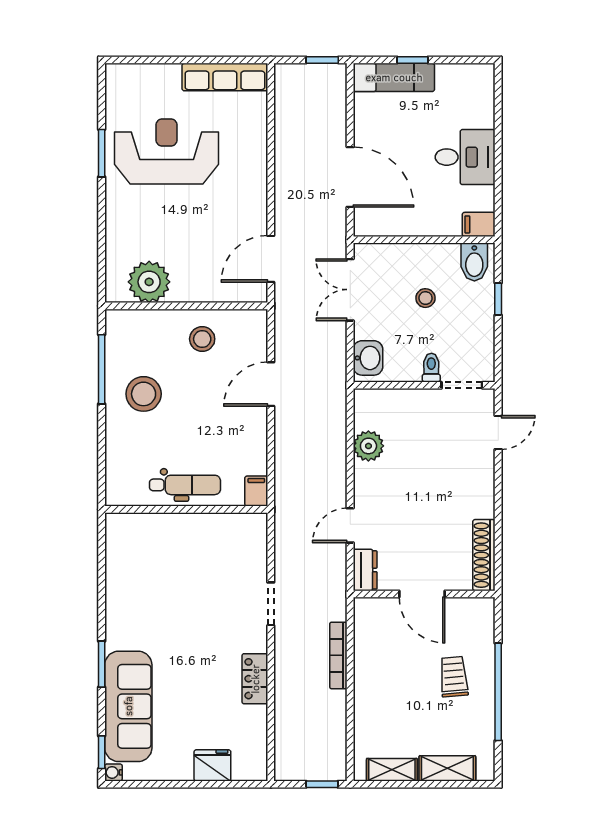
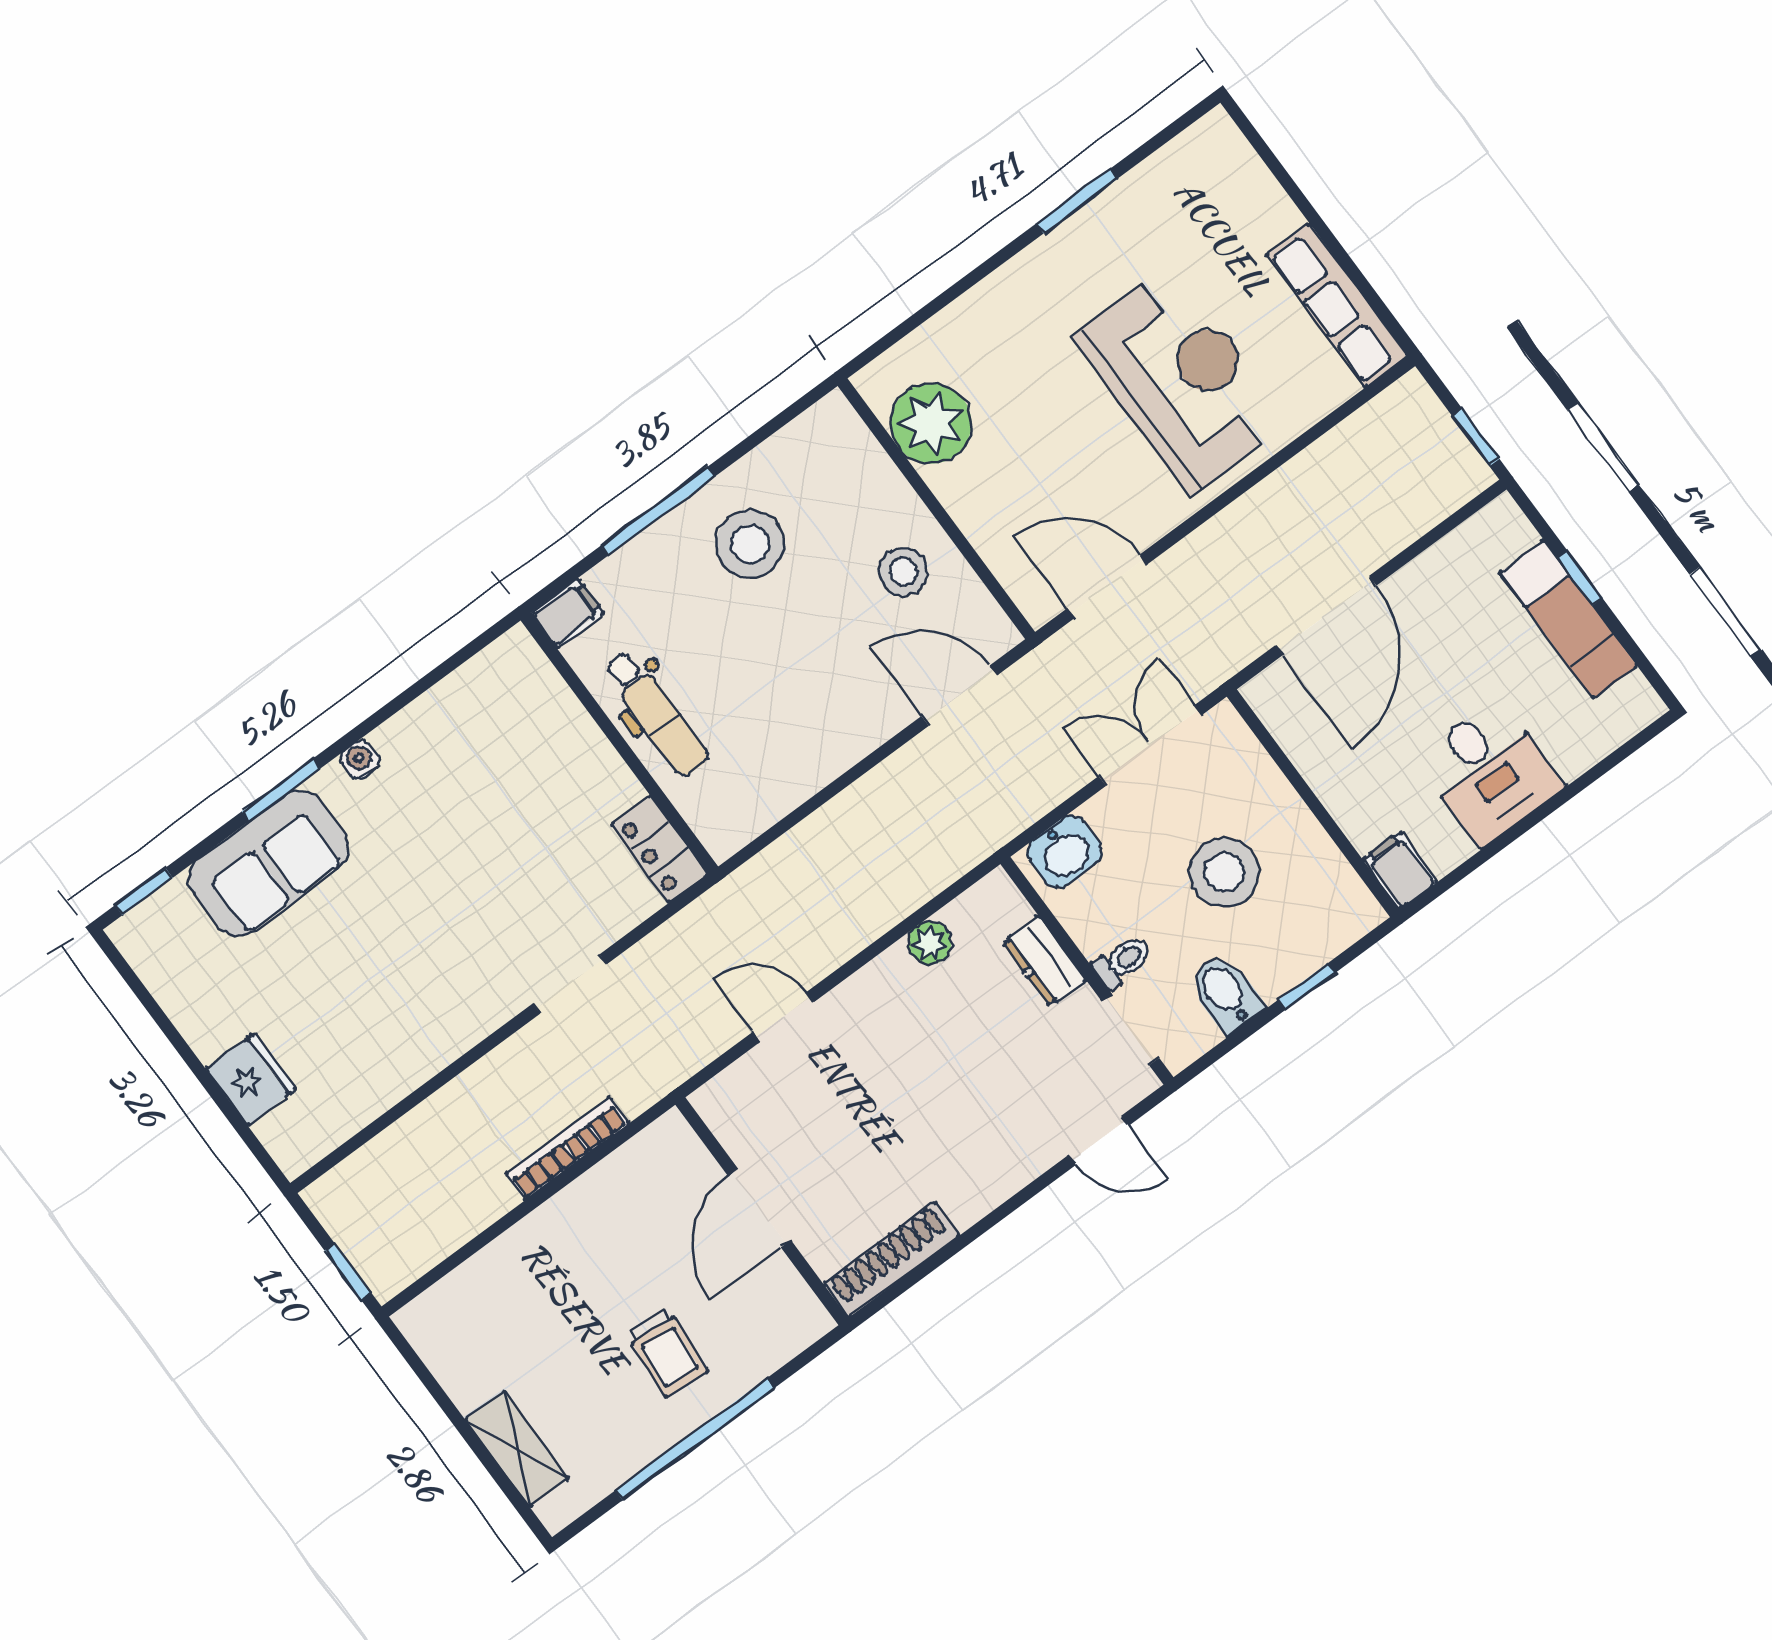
exam couch: (394, 77) -> (1569, 619), moved
reception desk: (167, 151) -> (1181, 380), moved
bidet: (474, 262) -> (1225, 993), moved, turned 90
stool: (425, 298) -> (1224, 872), width x1.89, depth x1.89
window: (102, 369) -> (658, 511), moved
door: (271, 384) -> (959, 696), moved
plant: (368, 446) -> (930, 943), width x0.73, depth x0.73
filing cabinet: (256, 491) -> (567, 613), moved
dresser: (365, 570) -> (1044, 961), moved, turned 90
trolley: (454, 677) -> (667, 1353), turned 100
locker: (255, 679) -> (659, 849), moved, turned -90
sofa: (128, 706) -> (269, 863), width x0.73
shelving: (392, 770) -> (451, 1364), removed
water cooler: (113, 772) -> (360, 760), moved

